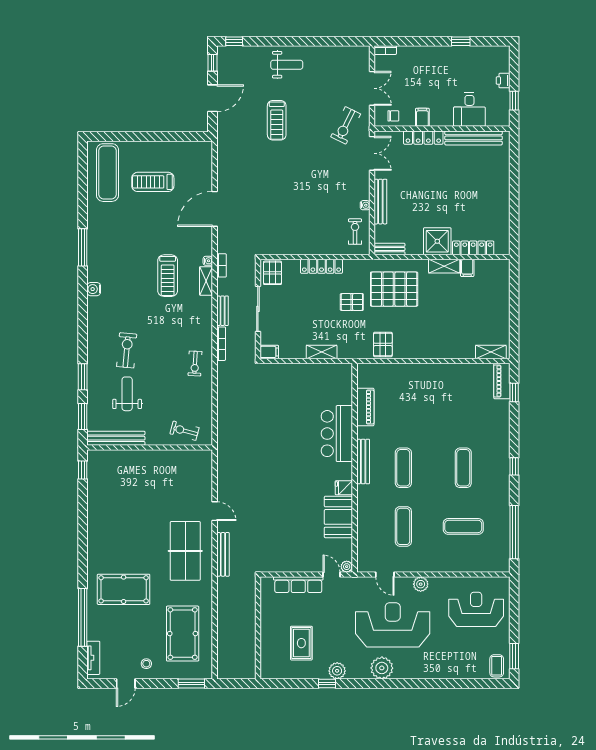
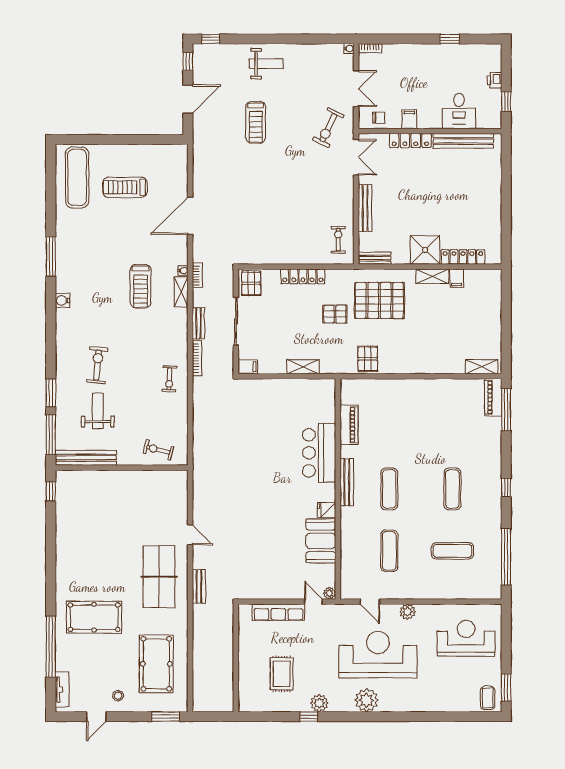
water cooler: (365, 205) -> (349, 49), moved
window: (514, 393) -> (506, 410), width x2.17
window: (83, 416) -> (51, 435), width x1.44
bench: (223, 554) -> (199, 586), width x0.73

